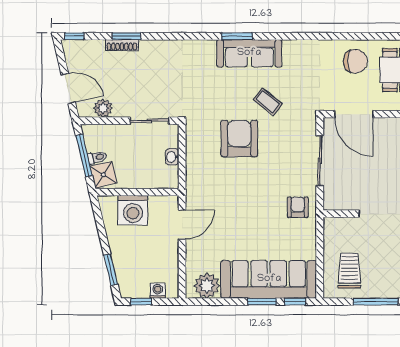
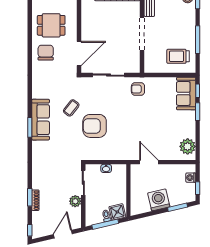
plant: (103, 108) -> (75, 201), moved
washing machine: (133, 210) -> (159, 200), moved, turned -103
sofa: (269, 279) -> (186, 93), width x0.54, depth x0.79

